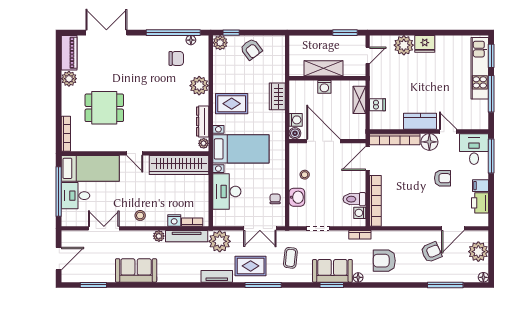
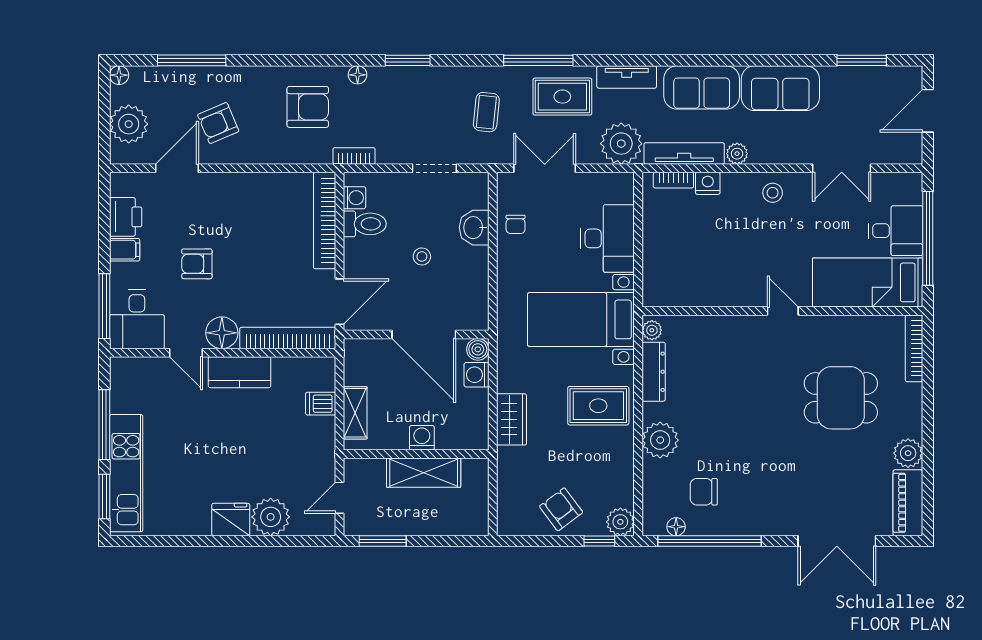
wardrobe: (179, 165) -> (698, 289), removed
stool: (305, 175) -> (422, 256), moved
sofa: (332, 271) -> (702, 87), moved

